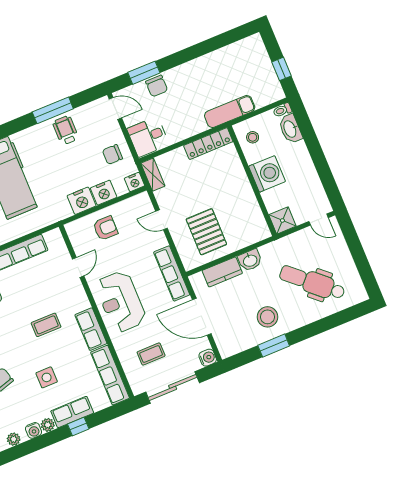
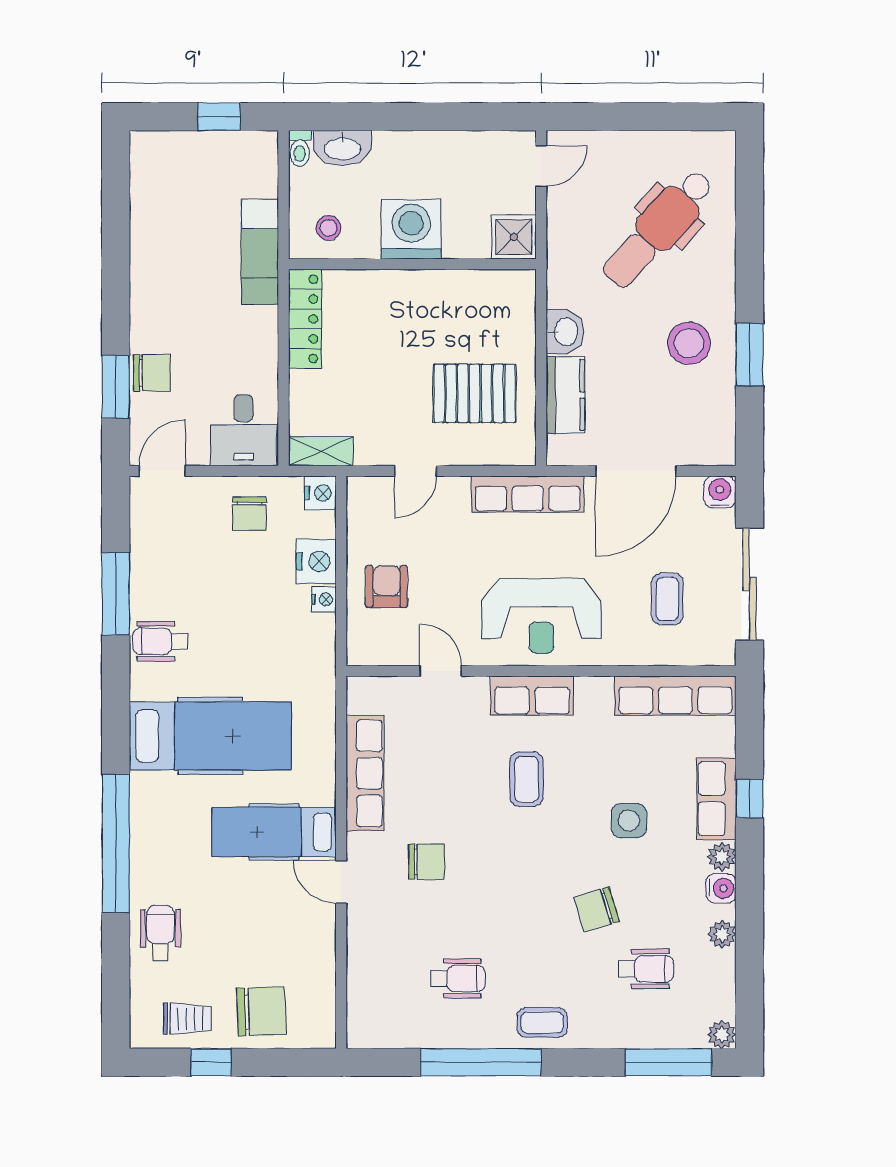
wheelchair: (66, 130) -> (160, 641), moved
nightstand: (82, 201) -> (324, 599), width x0.53, depth x0.56
row of seats: (91, 329) -> (532, 696), moved

